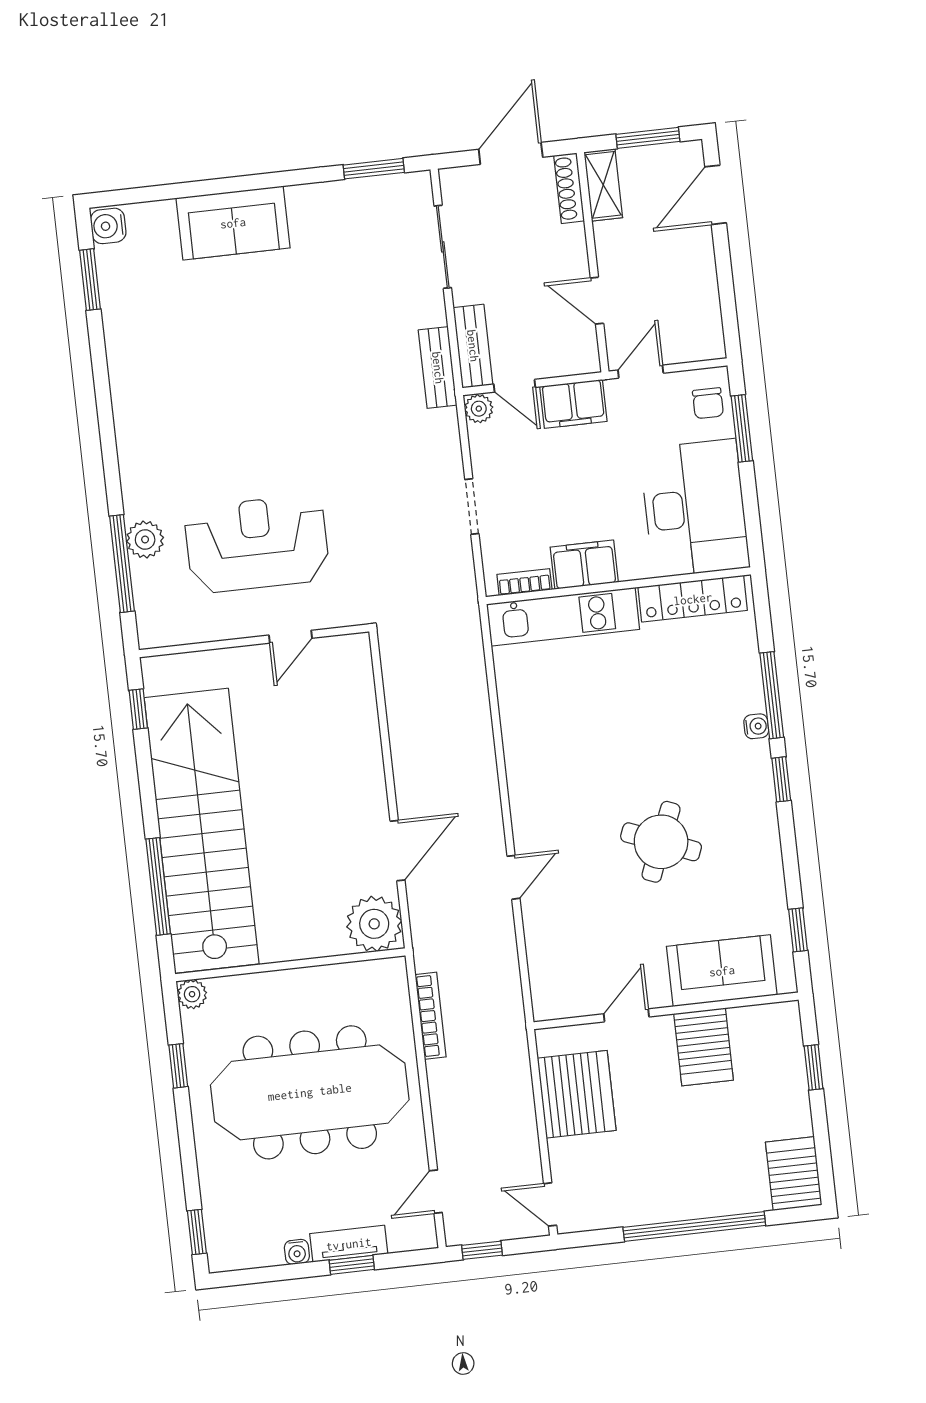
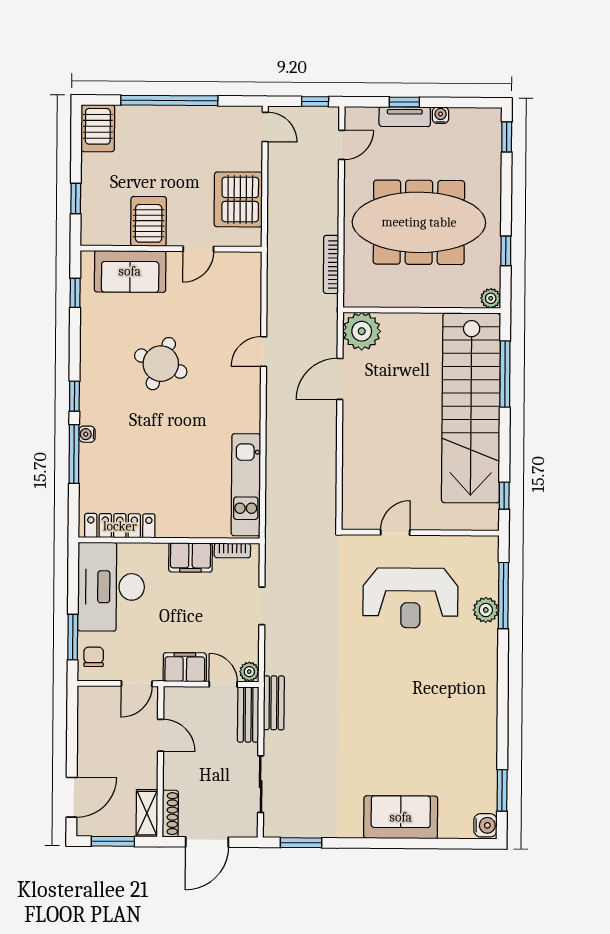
kitchen unit: (563, 617) -> (246, 485), moved, turned -90

